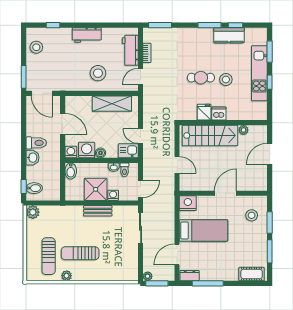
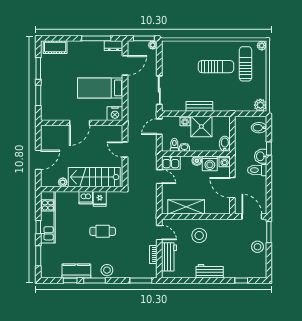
stool: (36, 47) -> (258, 247), moved
kitchen unit: (259, 73) -> (48, 217), moved
door: (141, 76) -> (159, 233), hinge flipped
stool: (226, 80) -> (107, 270), moved
window: (24, 187) -> (269, 149), moved
stool: (252, 215) -> (55, 102), removed
plant: (67, 276) -> (262, 46), moved

